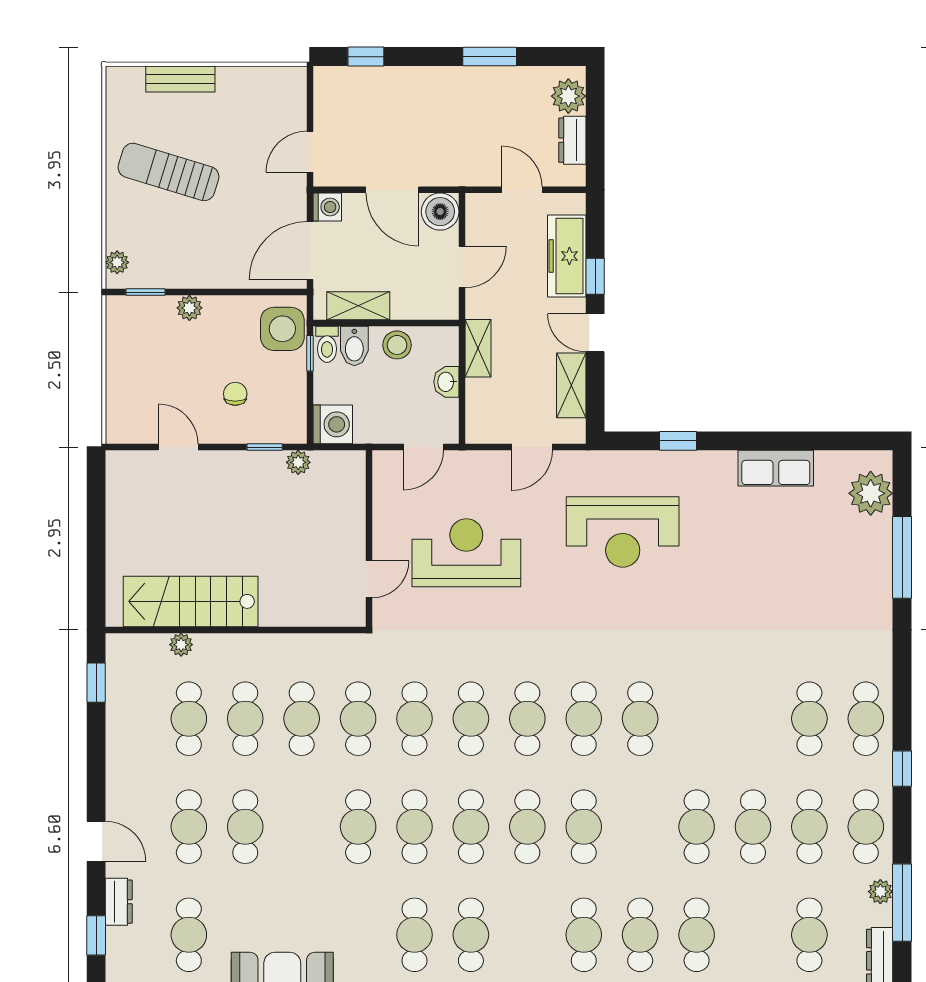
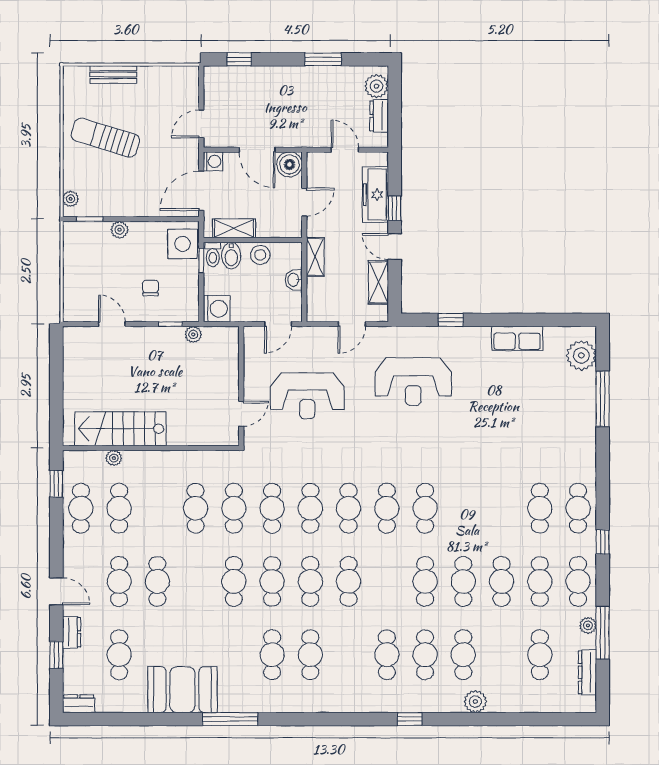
reception desk: (466, 553) -> (307, 396), turned 180
cafe table: (245, 719) -> (81, 508), moved
cafe table: (584, 827) -> (425, 581), moved

